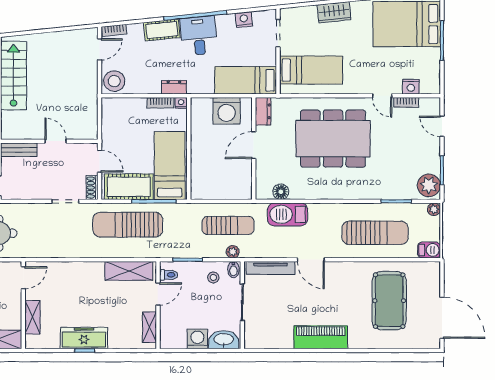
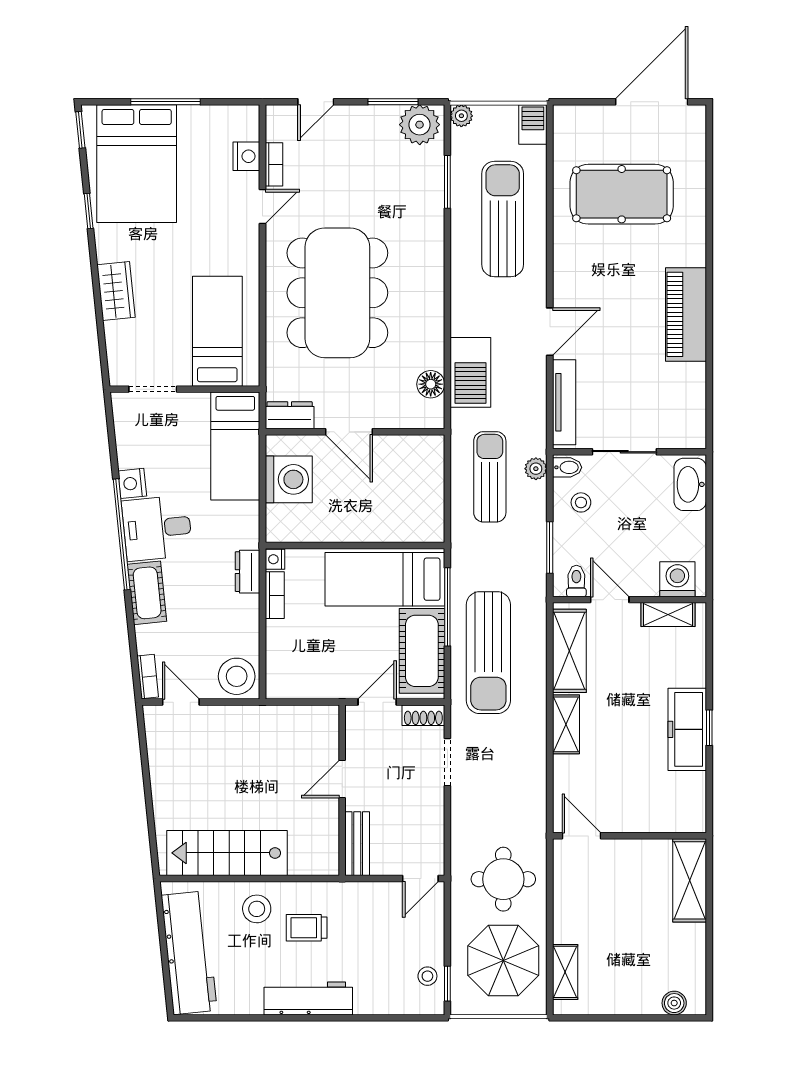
nightstand: (244, 20) -> (132, 483), moved
shelving: (32, 317) -> (566, 724), moved, turned 90
washing machine: (197, 339) -> (677, 579), moved, turned 90

